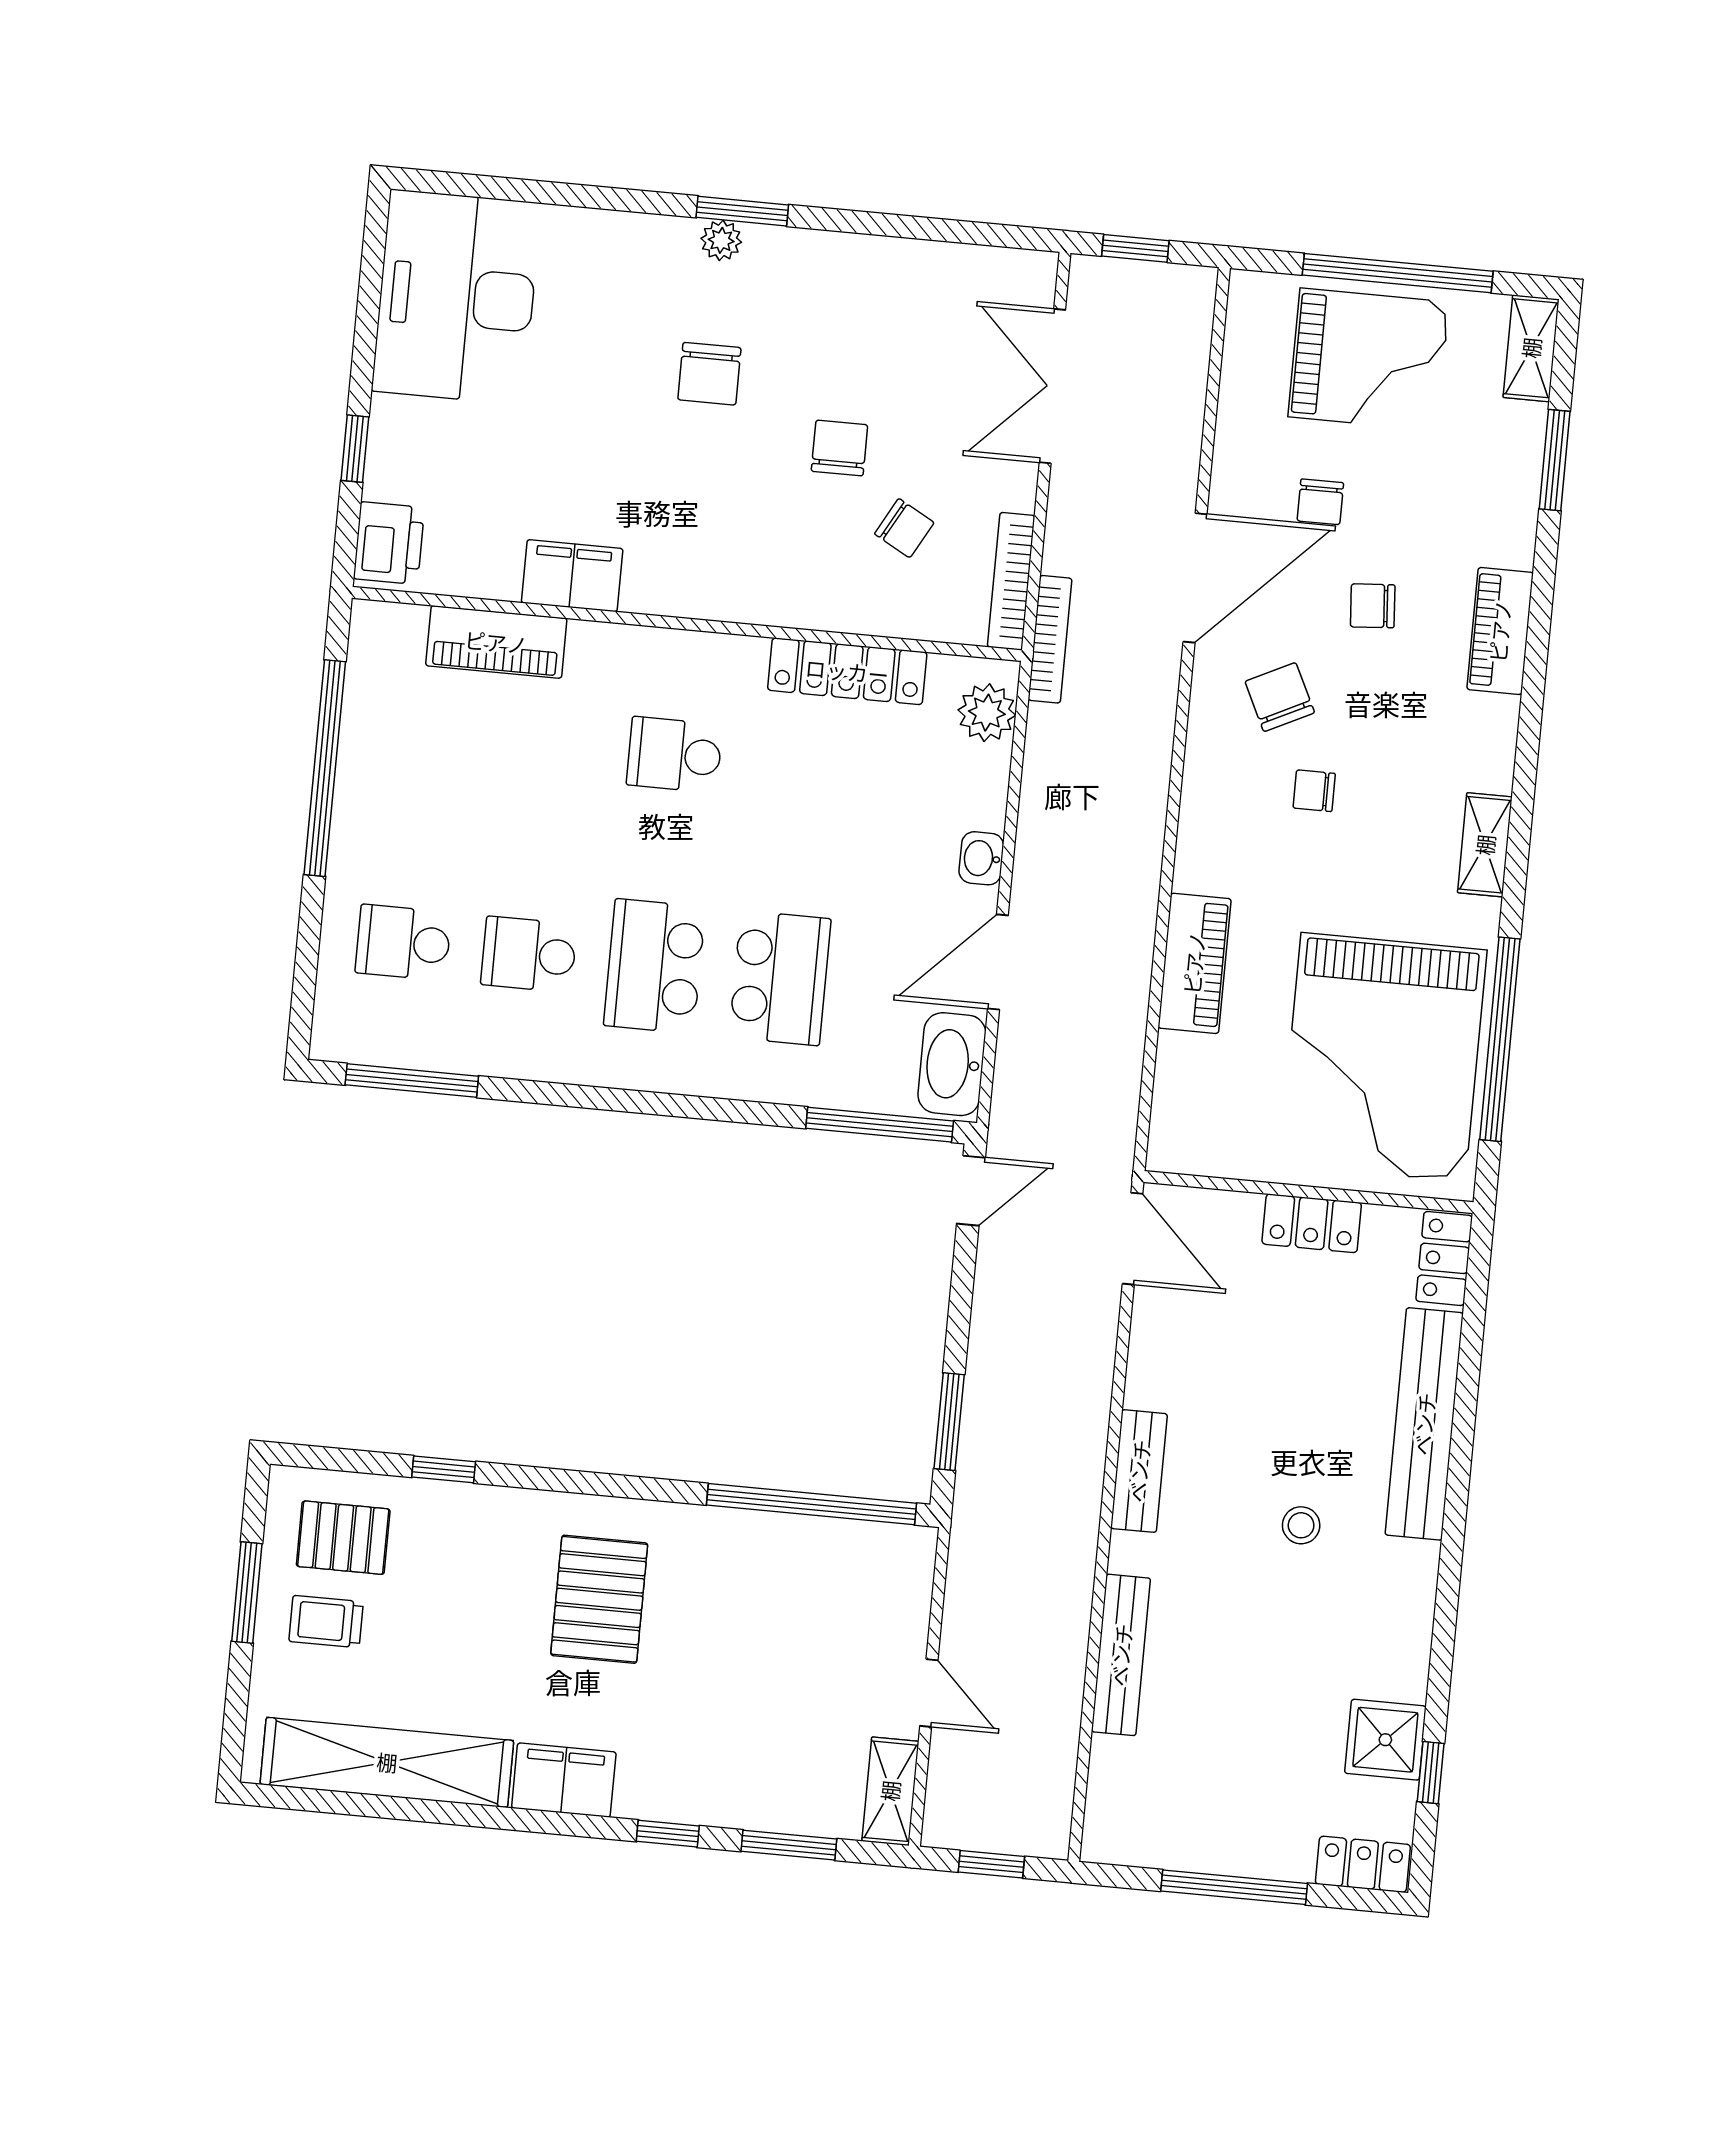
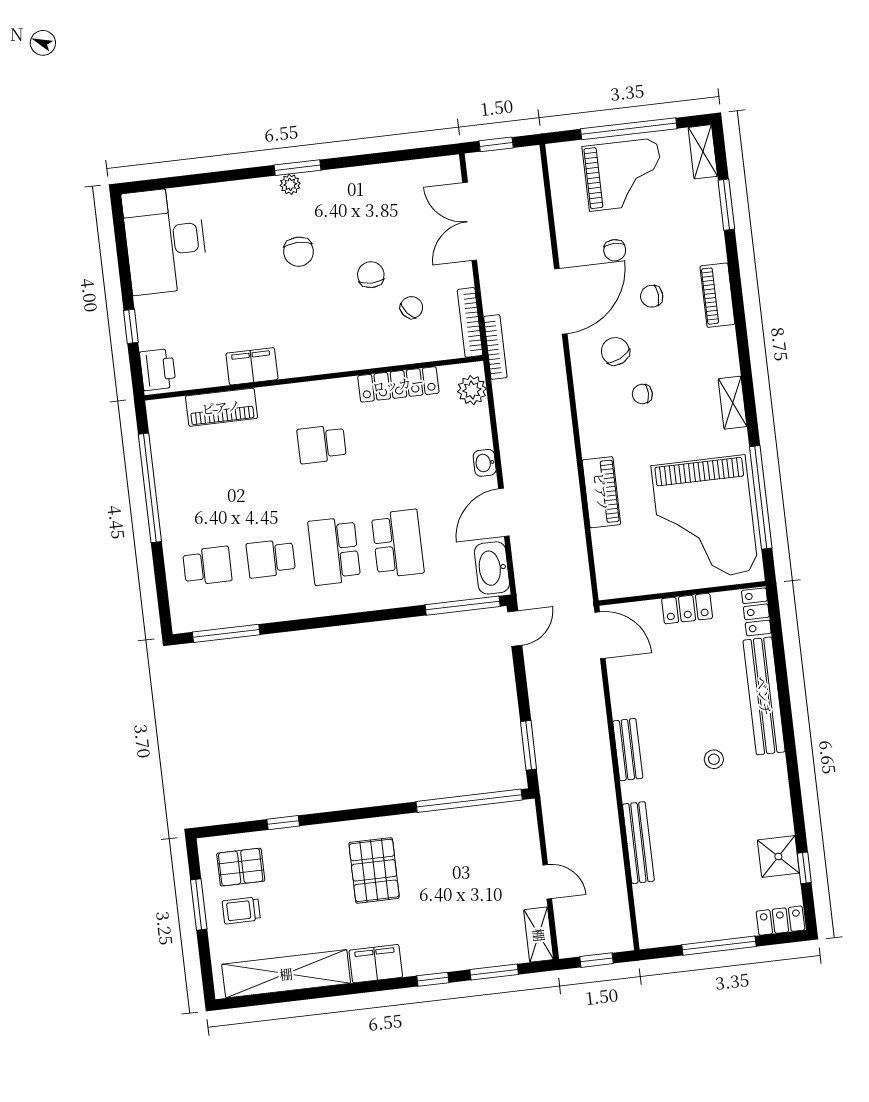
chair: (904, 528) -> (411, 307), turned -68
school desk: (403, 942) -> (207, 566), turned 180

